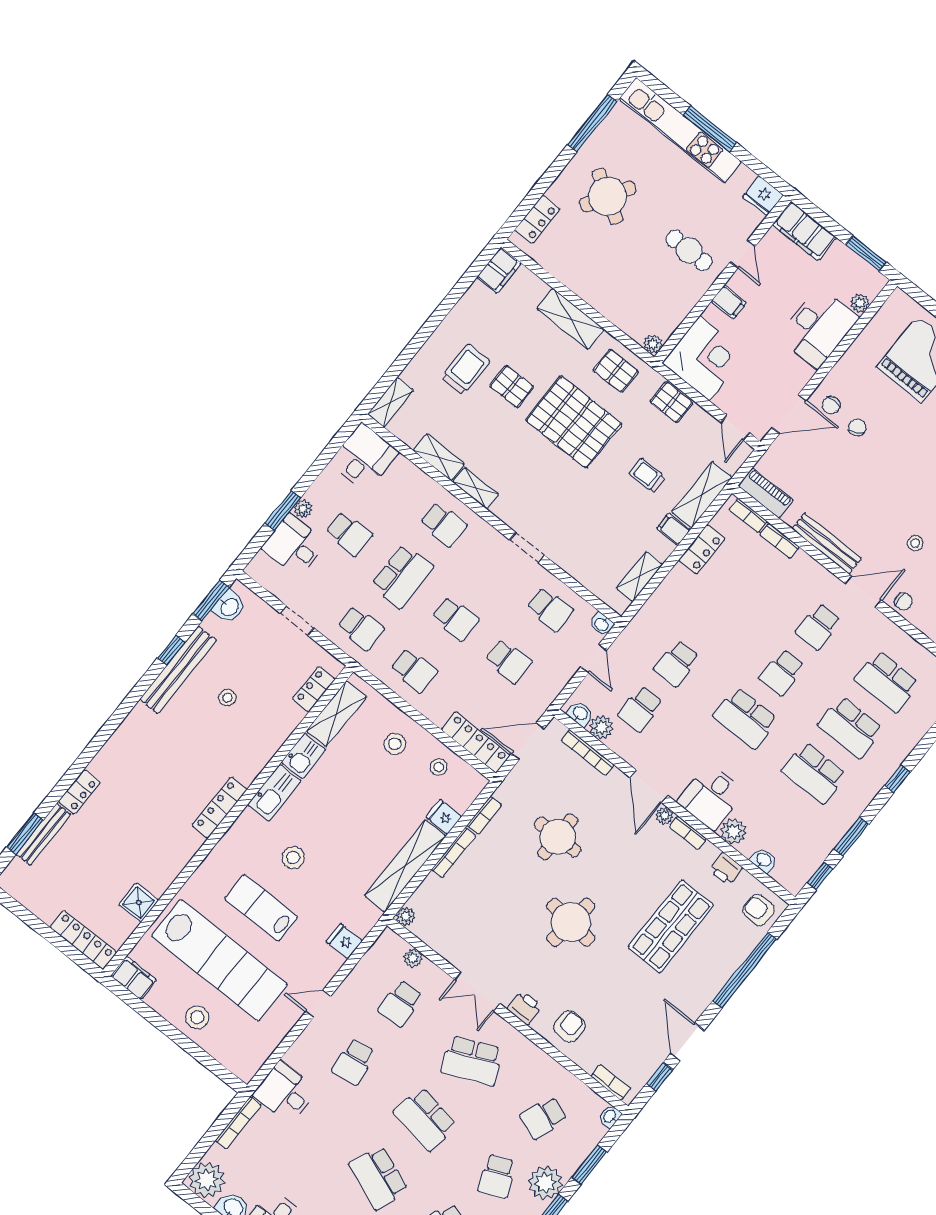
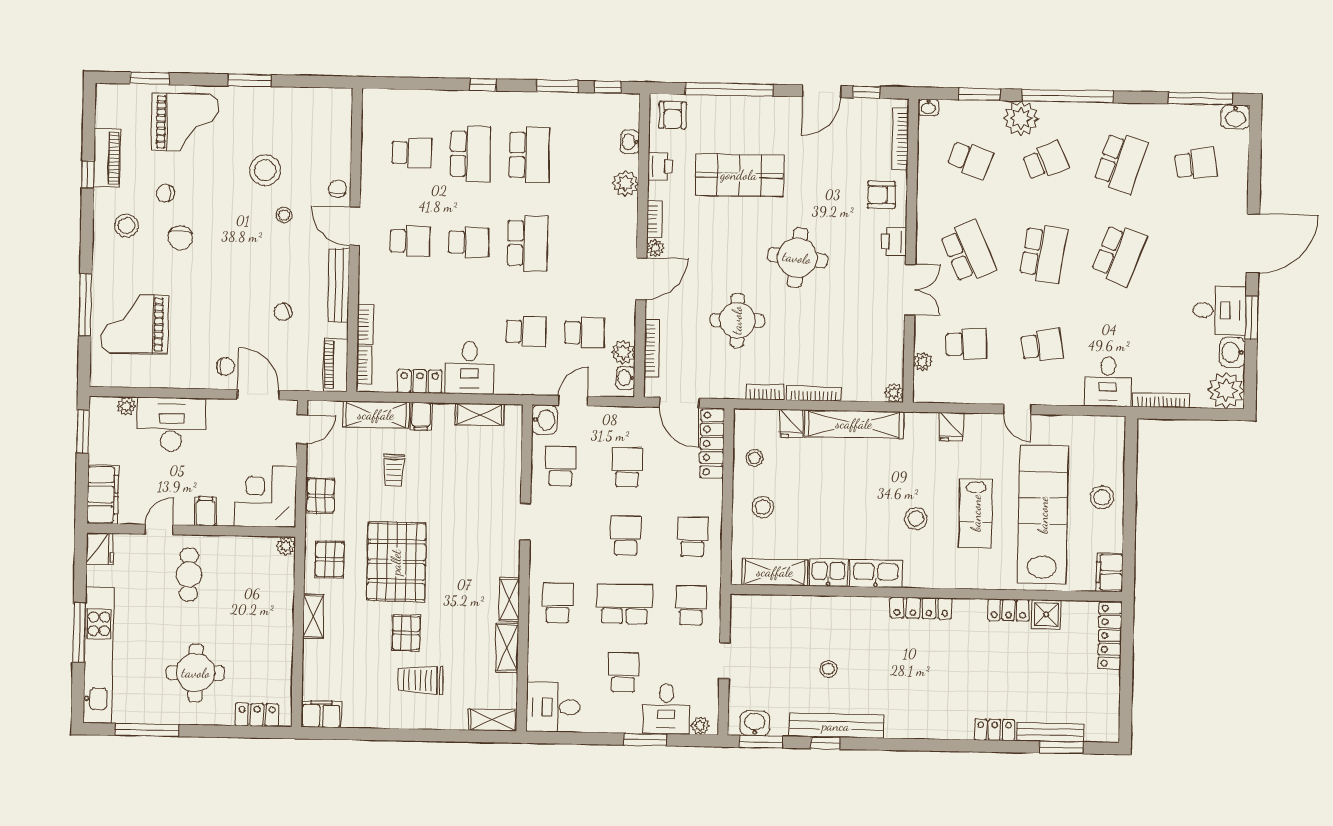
round table: (607, 196) -> (196, 673), turned -31
shelving: (570, 319) -> (313, 616), width x0.67, depth x0.75
chair: (857, 428) -> (283, 312), moved
plant: (303, 509) -> (700, 726), moved
washbasin: (602, 624) -> (544, 420), width x1.38, depth x1.45
school desk: (887, 681) -> (412, 153), width x0.54
locker: (314, 689) -> (1009, 610), moved
desk: (711, 797) -> (470, 368), moved, turned 90
bookcase: (611, 1082) -> (900, 139), width x1.56

